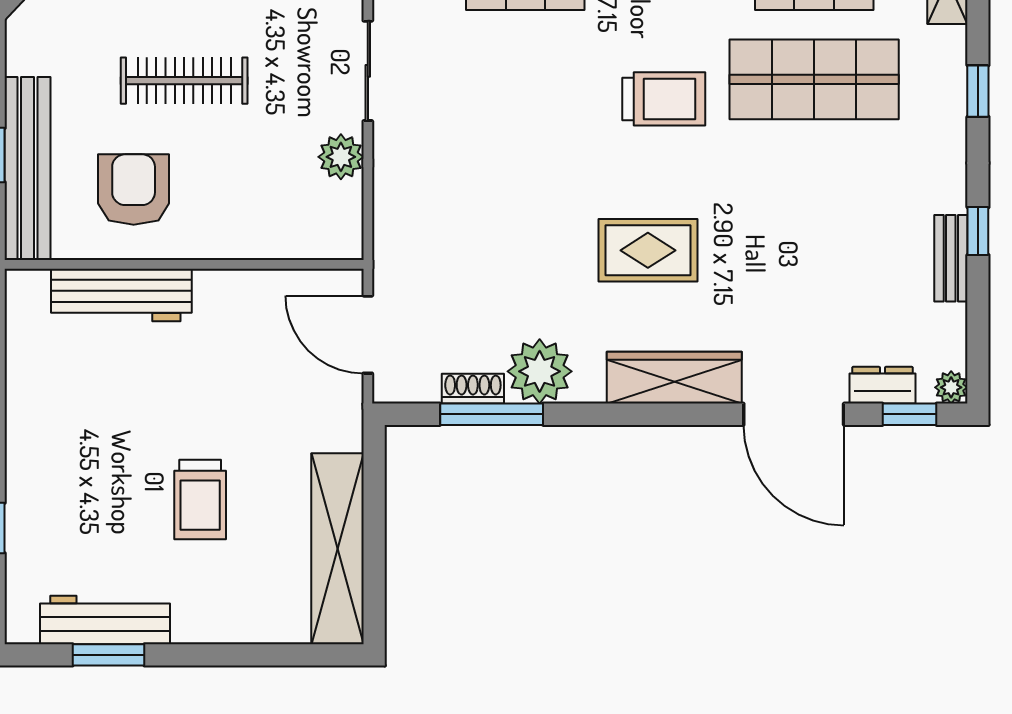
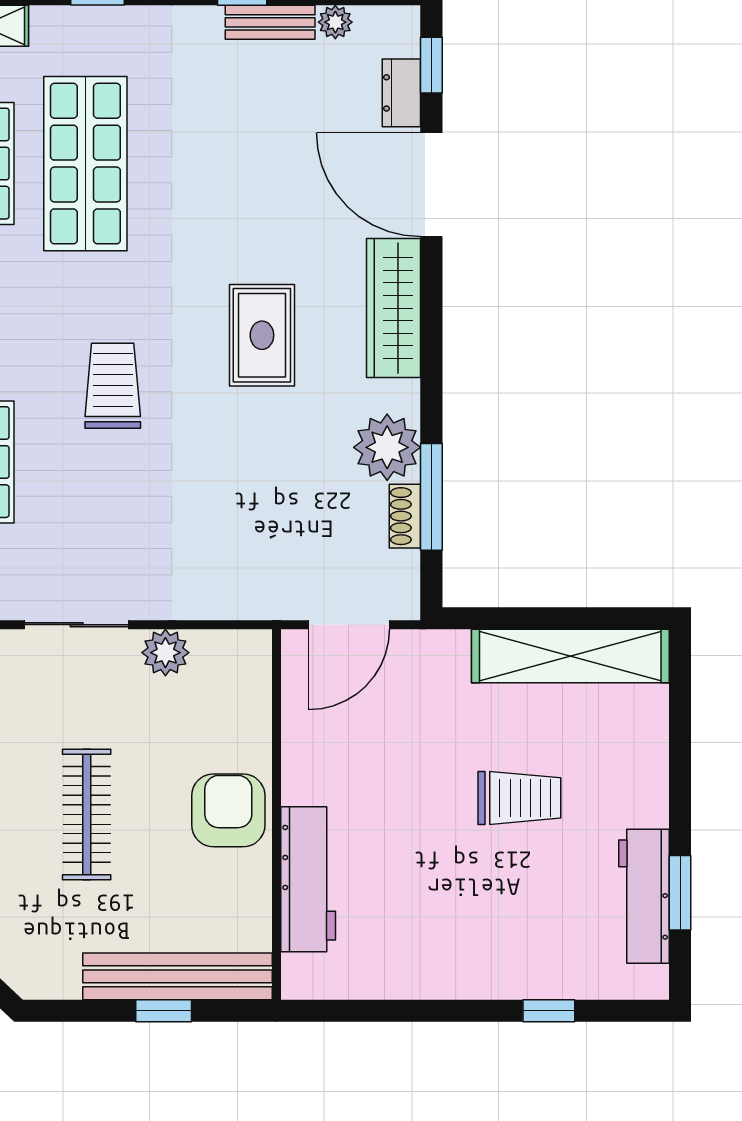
trolley: (664, 99) -> (113, 386), moved
armchair: (134, 190) -> (228, 810), moved, turned 90
plant: (951, 387) -> (335, 22), moved
door: (794, 414) -> (431, 185), swing flipped

